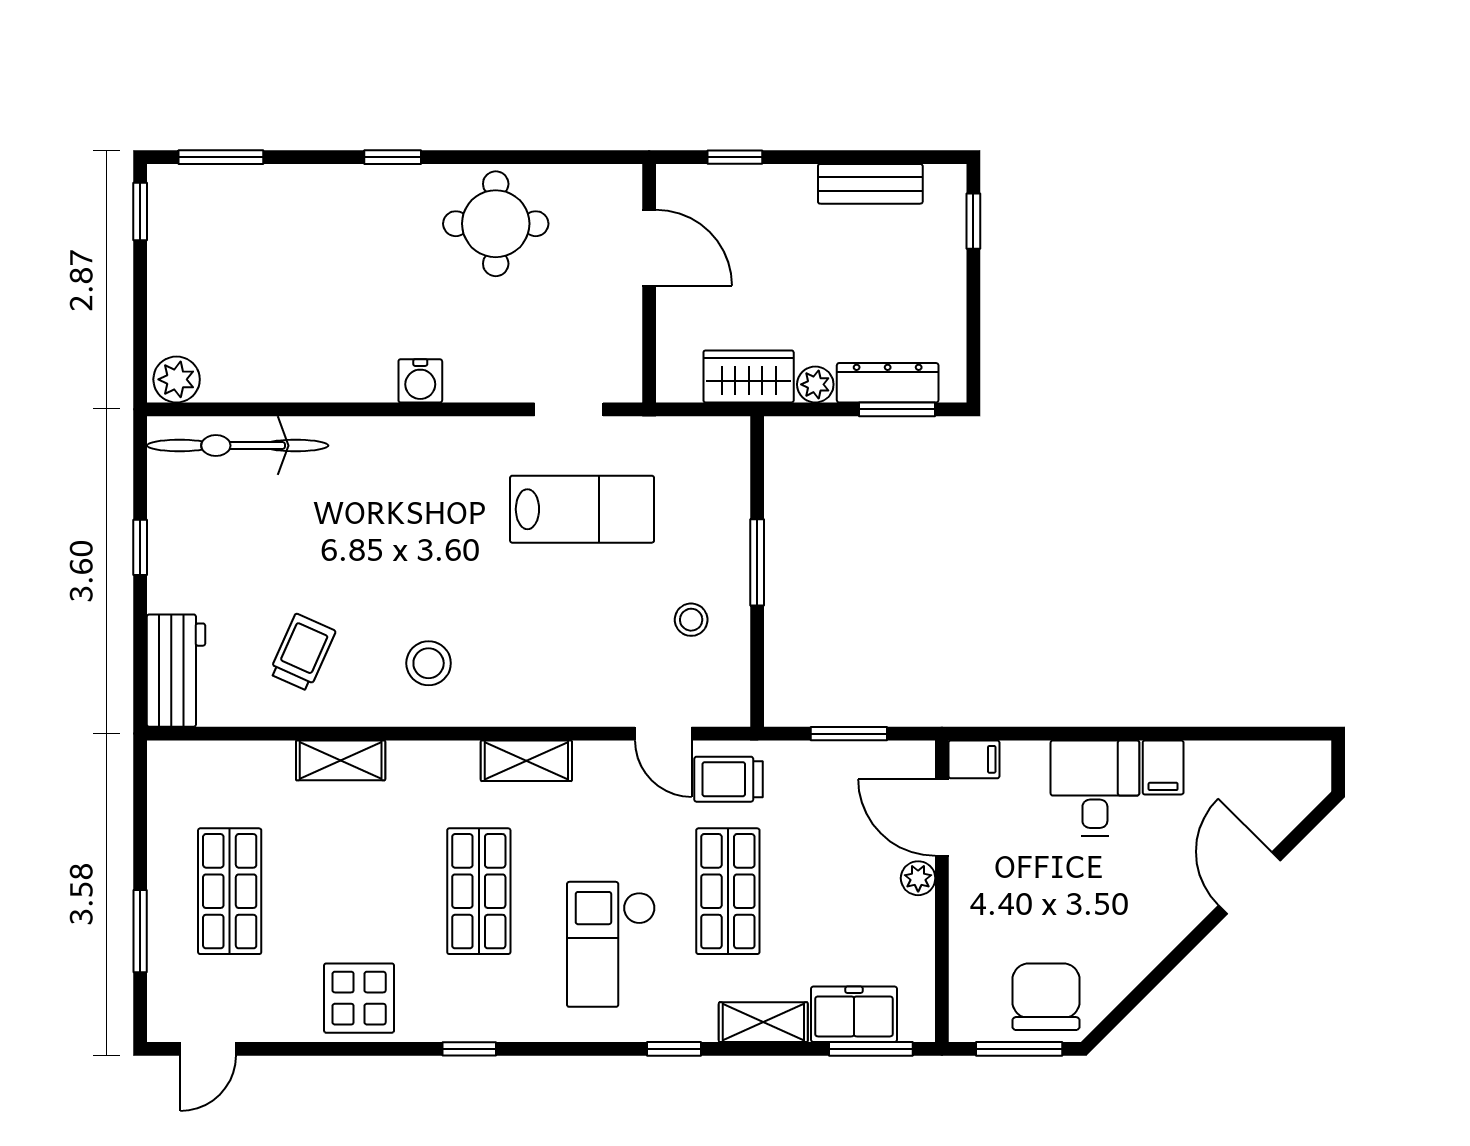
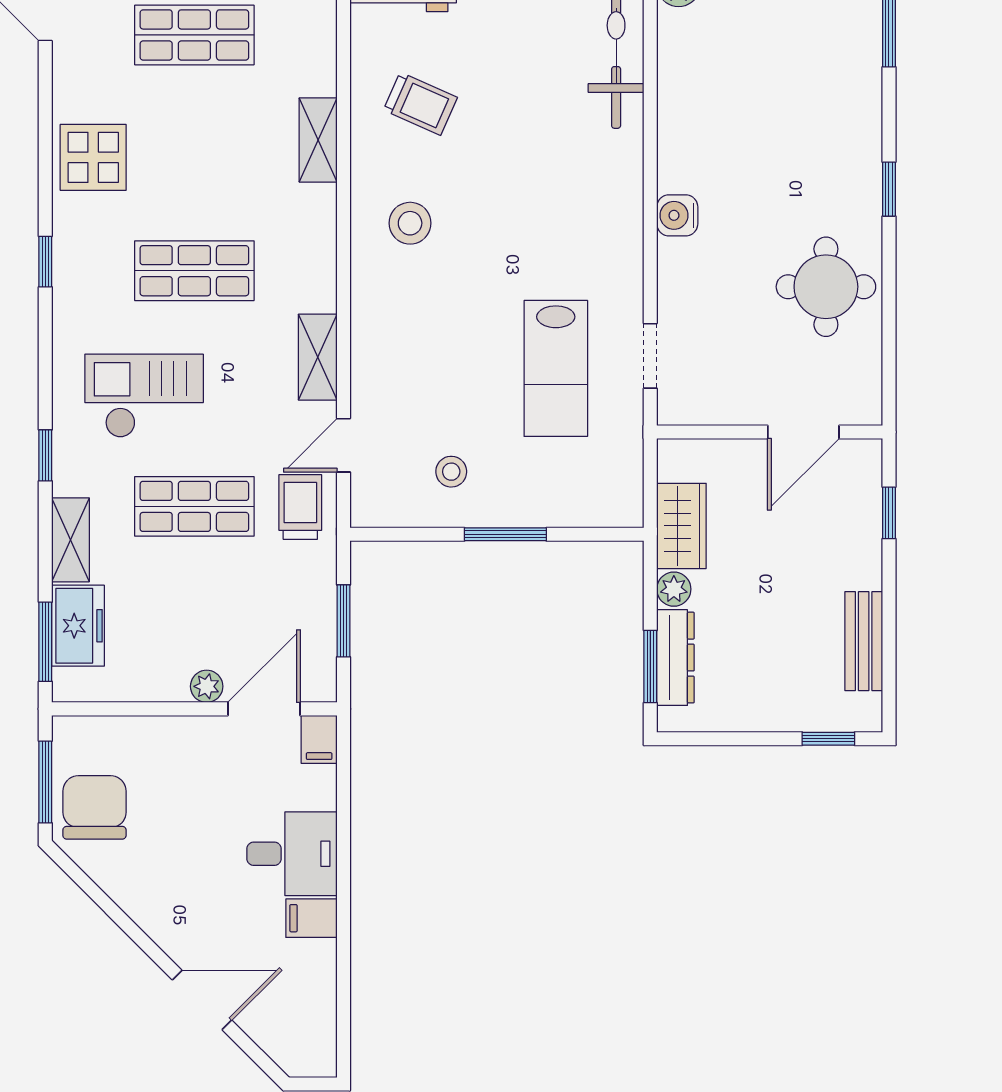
shelving: (526, 761) -> (318, 357), moved
chair: (1046, 997) -> (94, 807), turned -90

